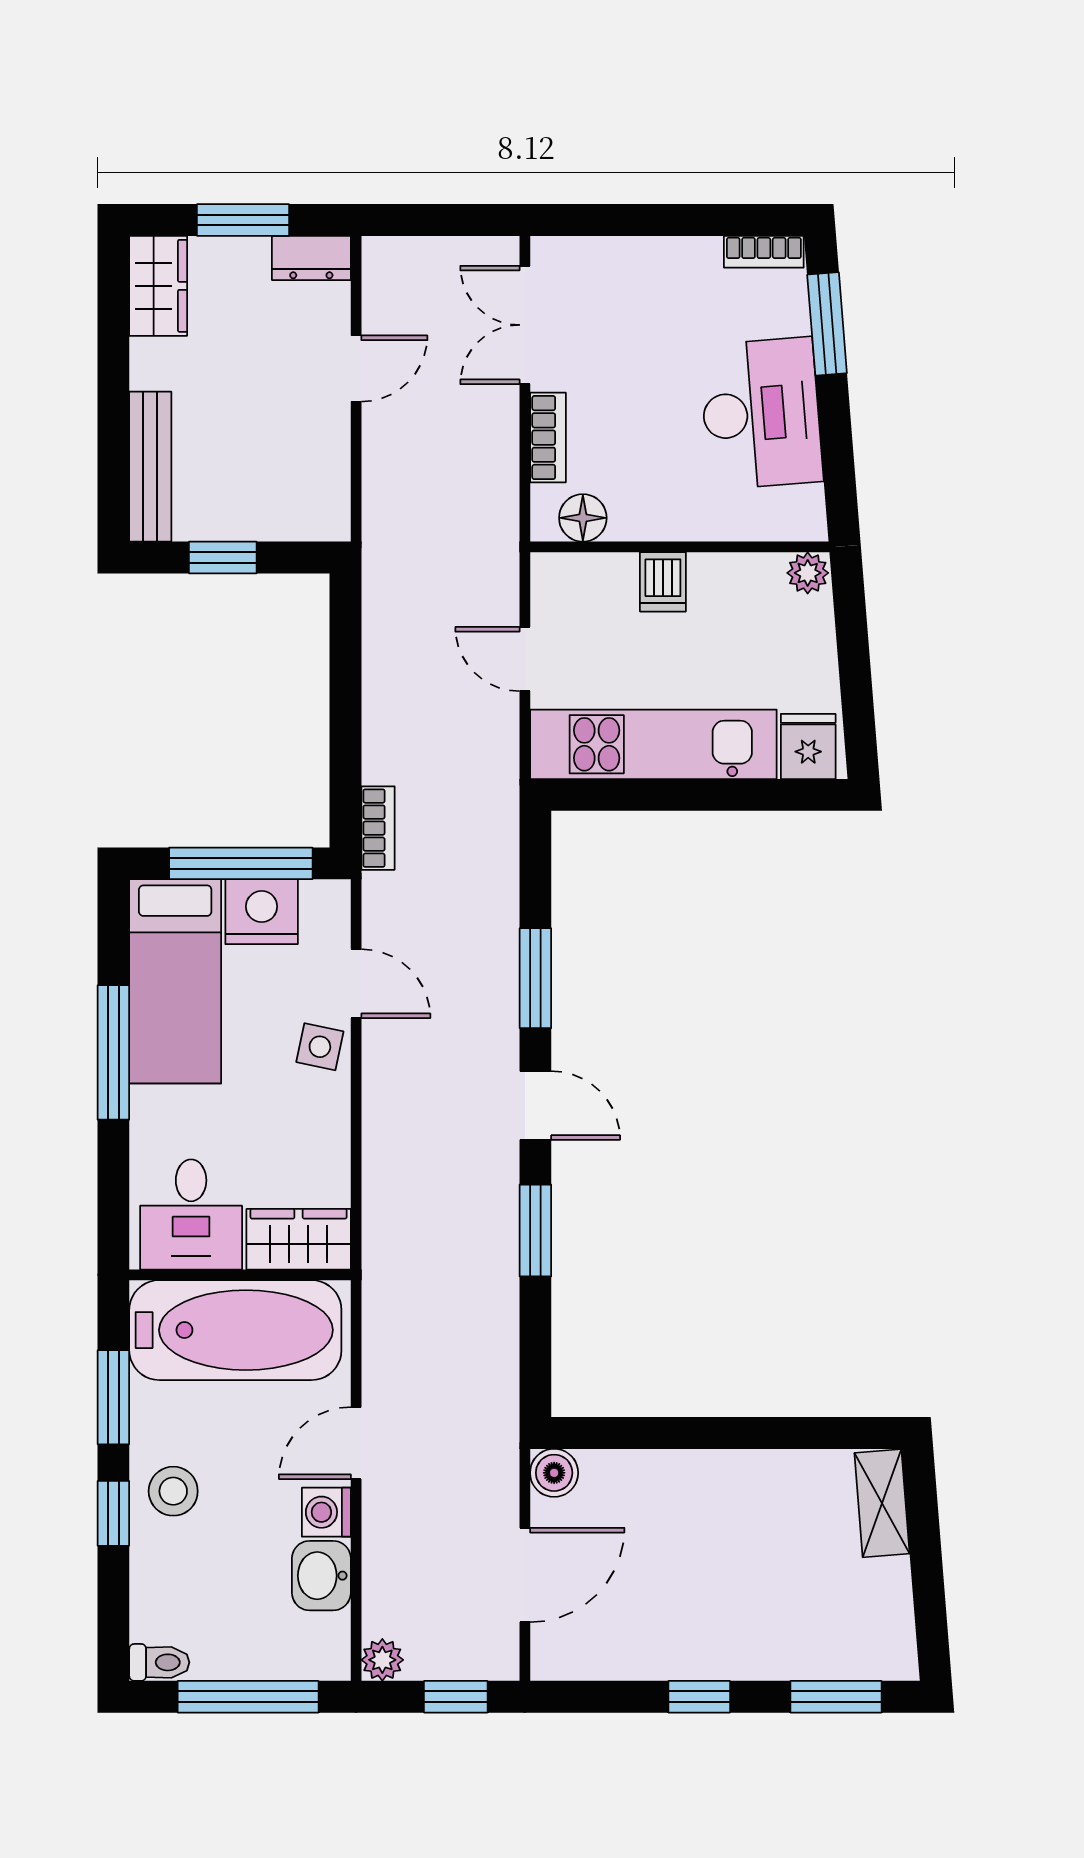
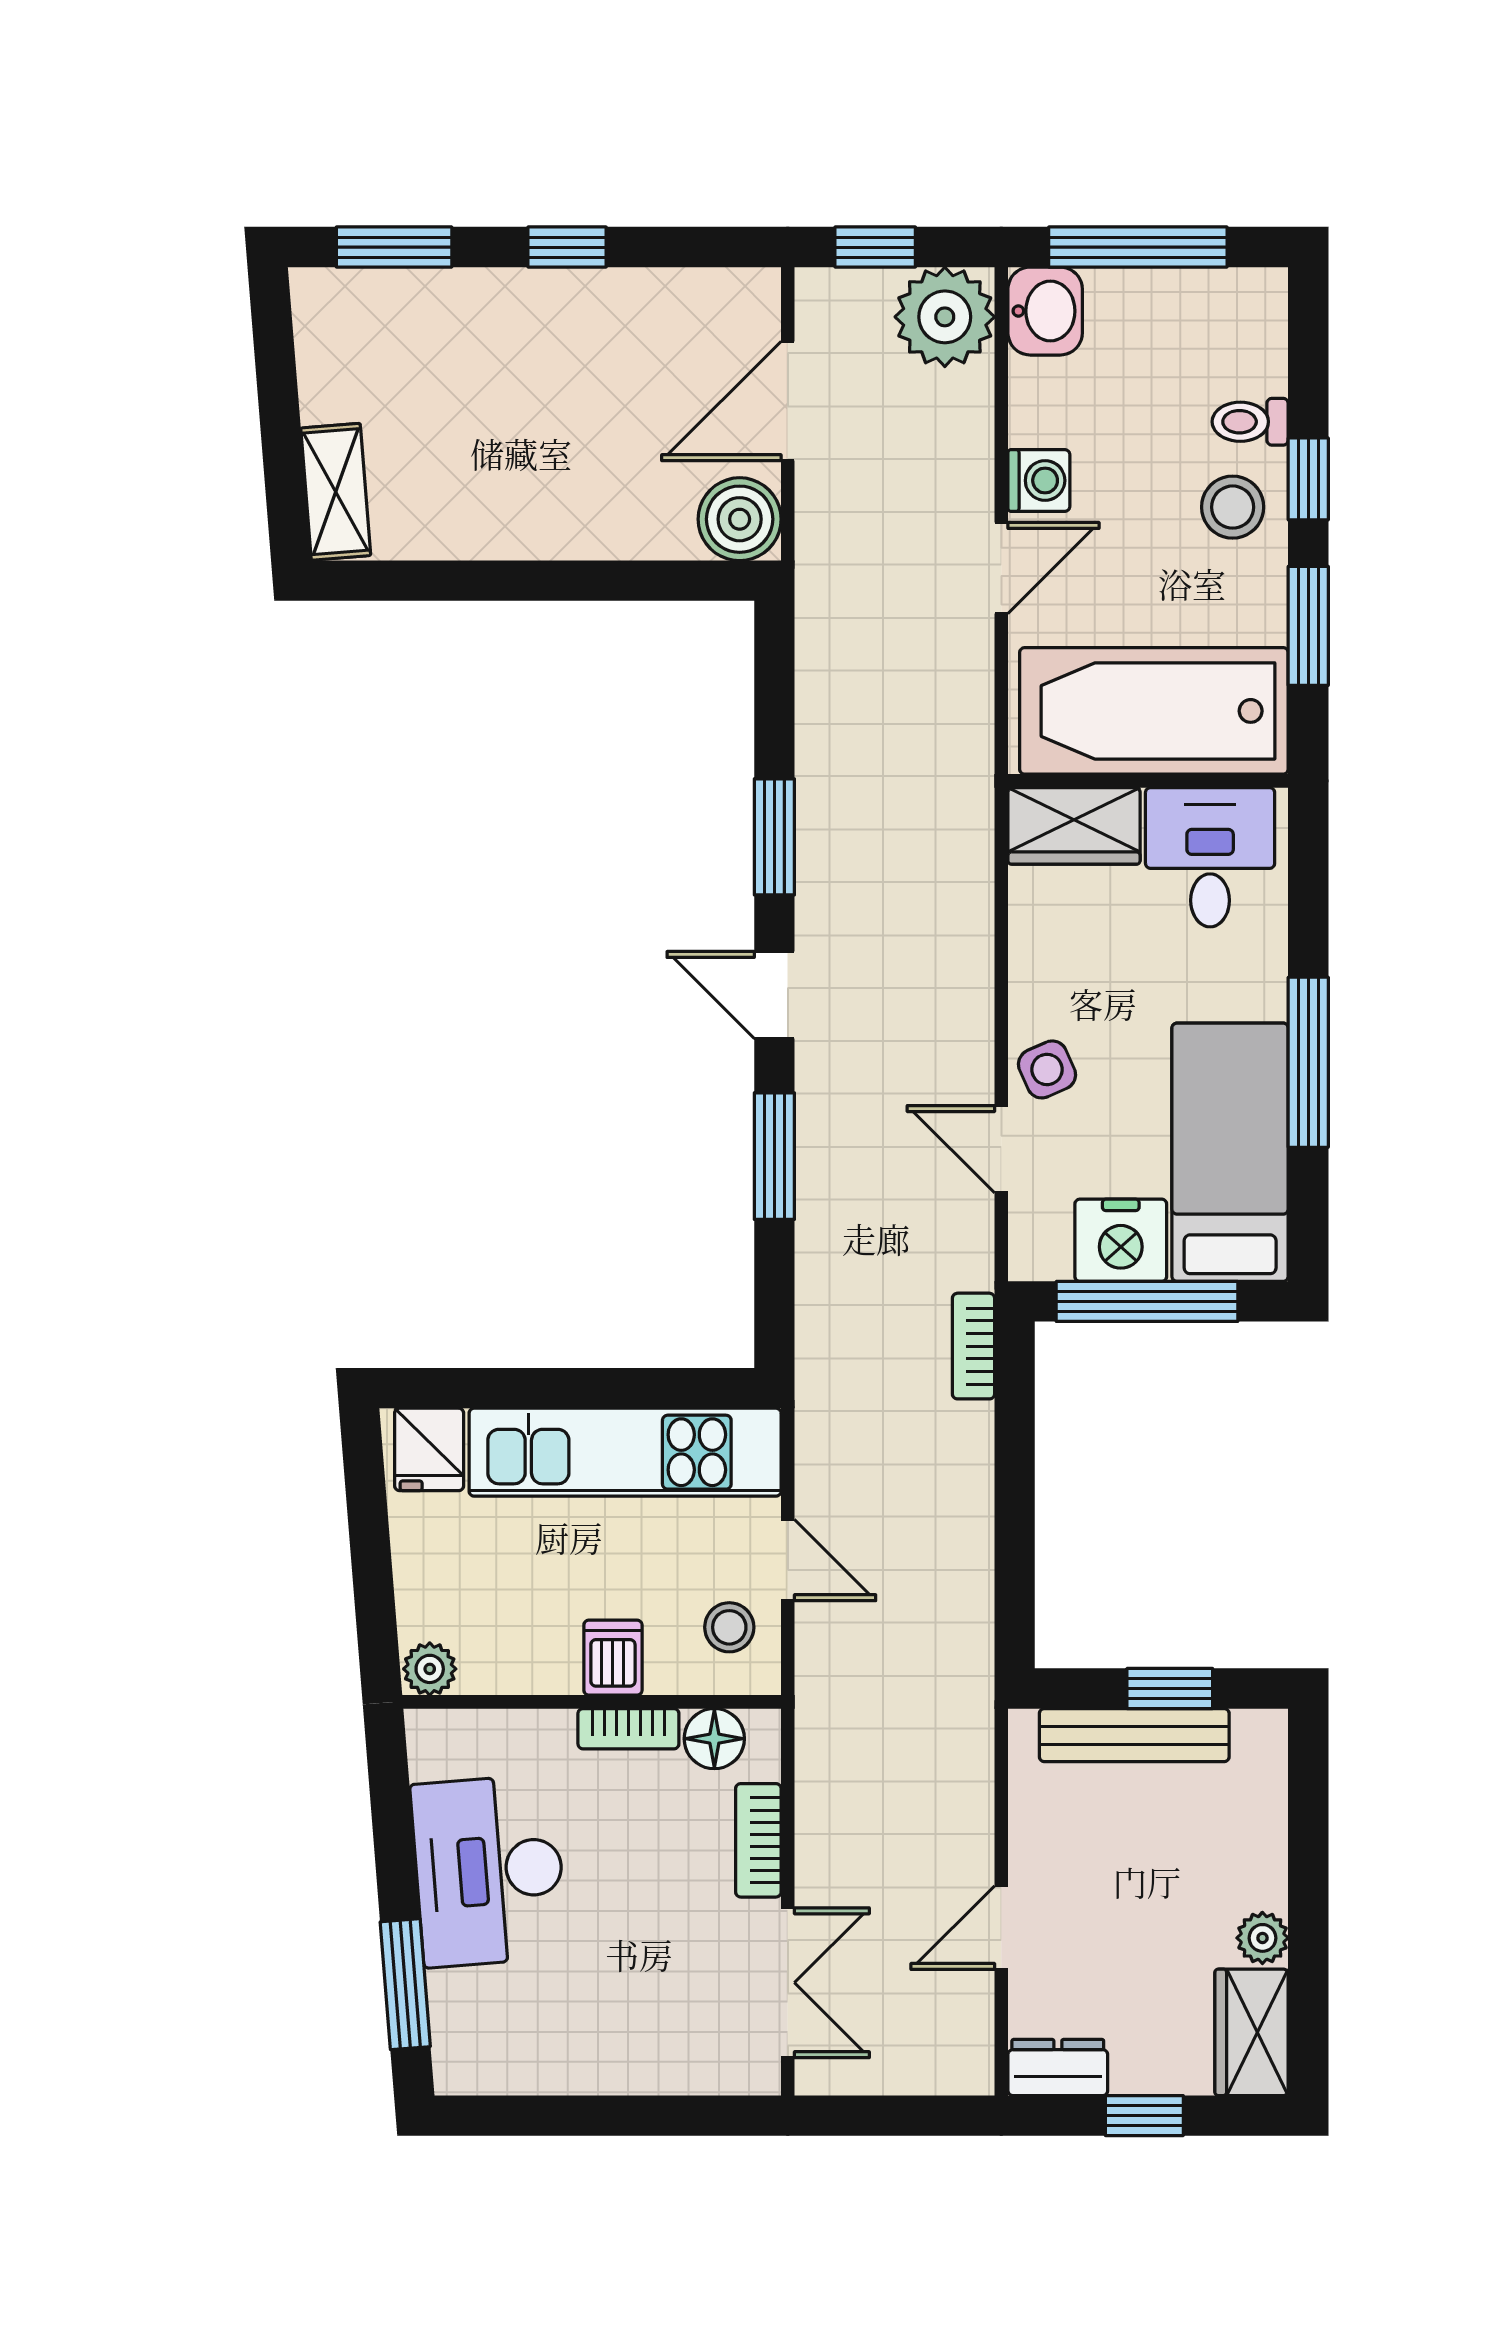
window: (243, 220) -> (1144, 2116), width x0.67
bookcase: (764, 252) -> (628, 1729), moved, turned 180
plant: (150, 360) -> (1262, 1938), added
bench: (150, 467) -> (1134, 1735), moved, turned 90
stool: (571, 606) -> (729, 1627), added
side table: (320, 1047) -> (1047, 1069), turned -36
boiler: (554, 1473) -> (740, 519), width x1.36, depth x1.36
washbasin: (321, 1576) -> (1045, 311), moved
plant: (382, 1660) -> (945, 317), width x1.87, depth x1.87
toilet: (159, 1662) -> (1250, 422), moved

